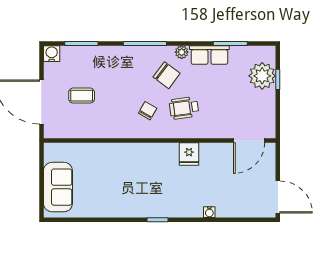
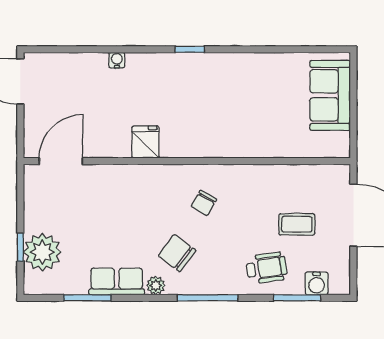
water cooler: (52, 54) -> (317, 283), moved
wheelchair: (184, 108) -> (267, 268), moved

